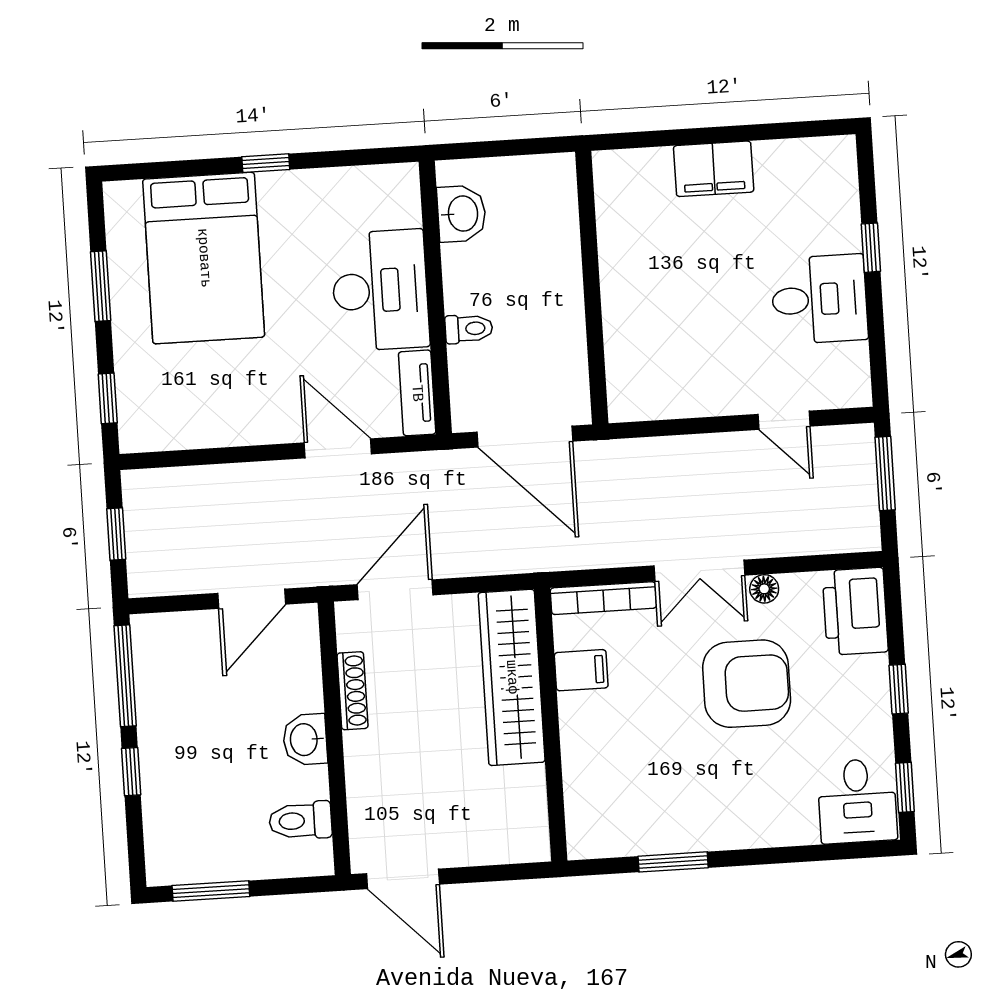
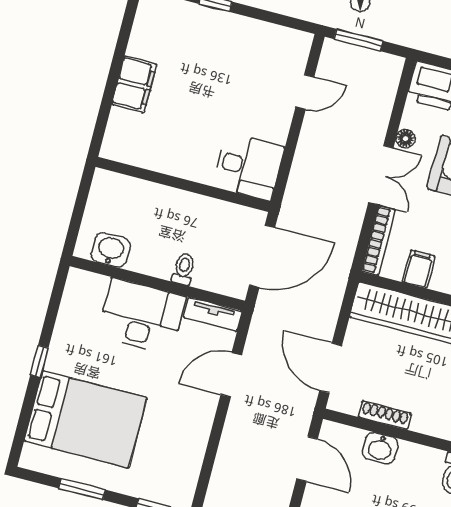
desk: (819, 299) -> (248, 167), moved, turned 90
washbasin: (305, 739) -> (380, 448), moved

